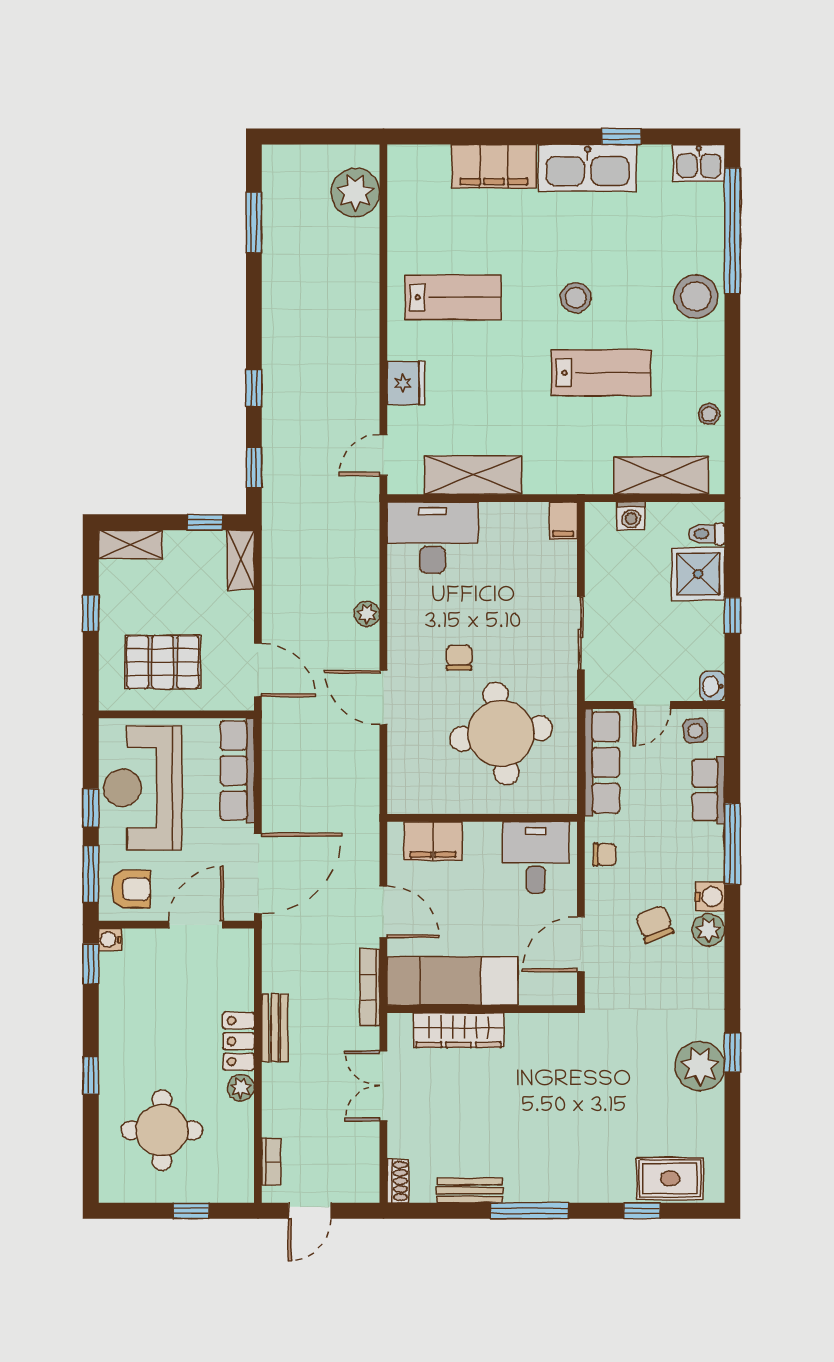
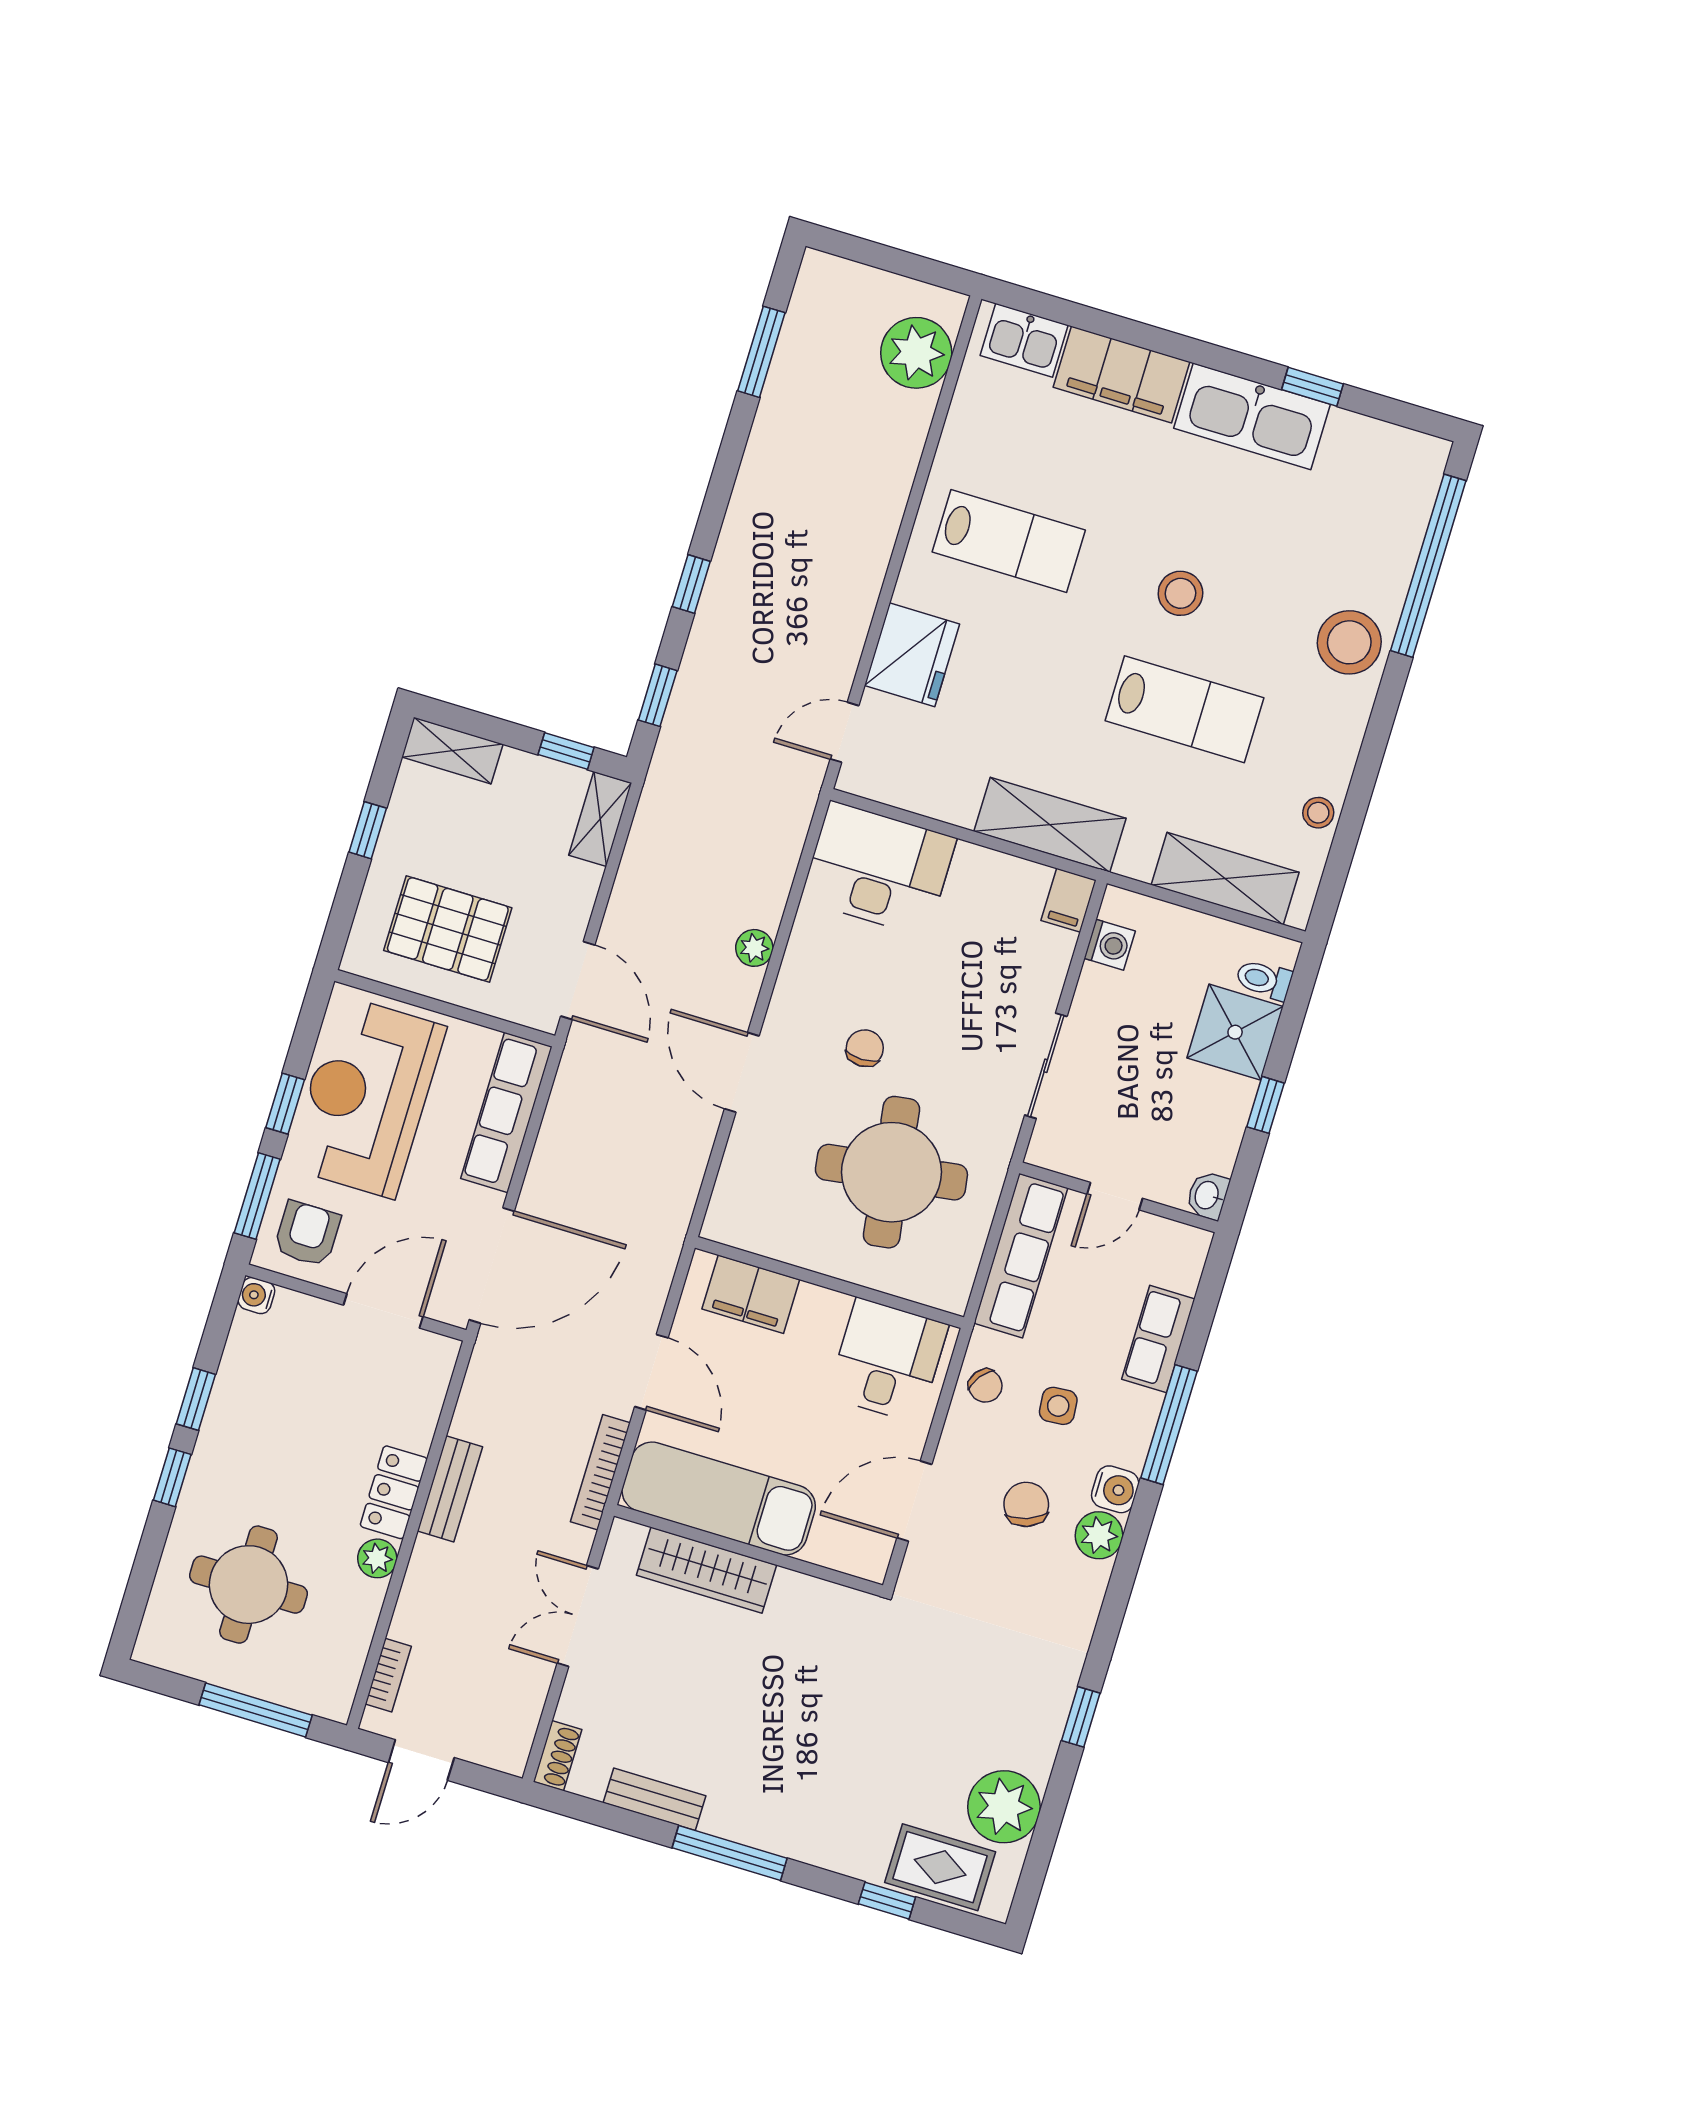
kitchen sink: (699, 163) -> (1024, 340), moved
fridge: (406, 383) -> (912, 655), width x1.36, depth x1.34
shelving: (473, 475) -> (1050, 825), moved
washing machine: (631, 516) -> (1110, 945), moved, turned -90
side table: (695, 731) -> (1058, 1406), moved
chair: (605, 855) -> (985, 1386), turned 37
armchair: (131, 889) -> (307, 1234), turned -90
window: (91, 964) -> (196, 1399), moved
plant: (700, 1066) -> (1004, 1807), moved
window: (191, 1211) -> (256, 1710), width x2.17

